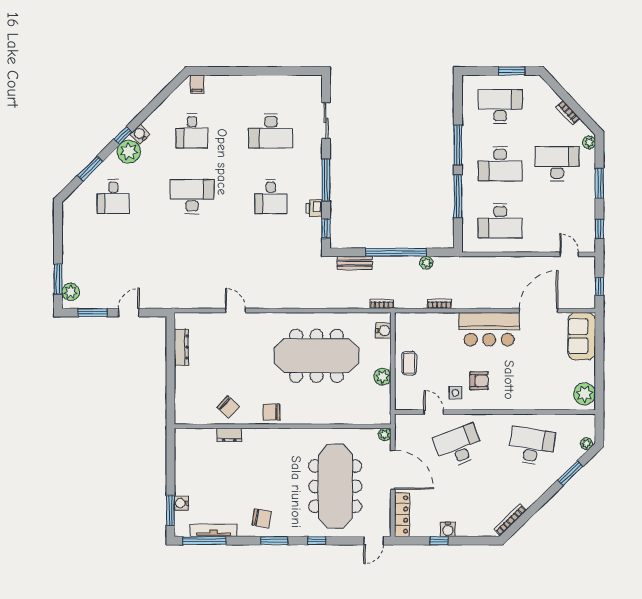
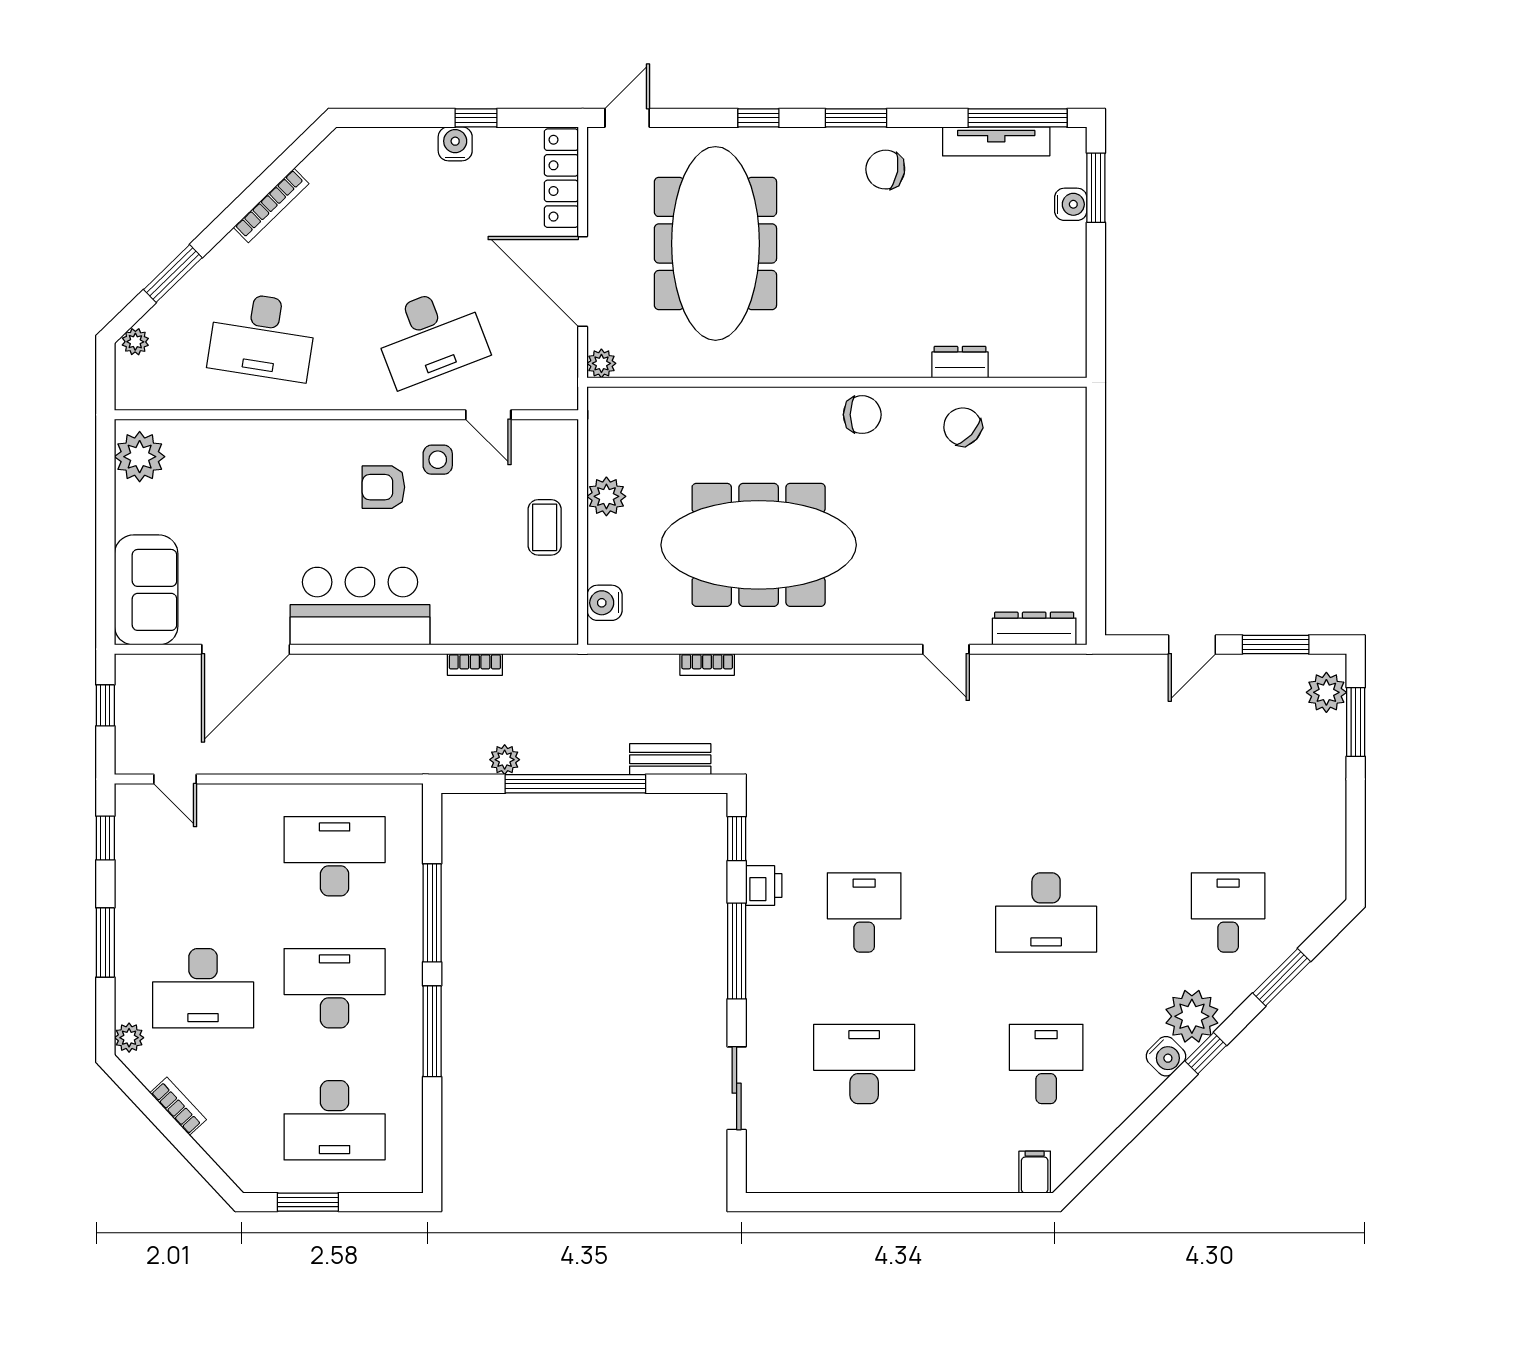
bookcase: (382, 304) -> (707, 664), moved
dresser: (181, 347) -> (1034, 629), moved, turned 90
bookcase: (510, 520) -> (271, 205), moved

